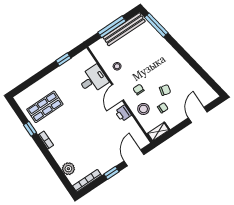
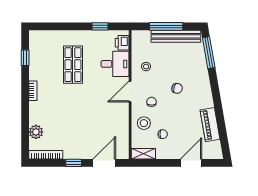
piano: (193, 77) -> (210, 125), added
chair: (165, 90) -> (177, 88), moved
shop shelf: (45, 107) -> (73, 65), moved, turned 90
printer: (123, 113) -> (122, 43), moved
window: (30, 129) -> (25, 58), moved

